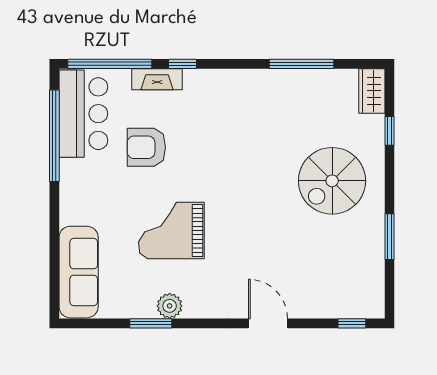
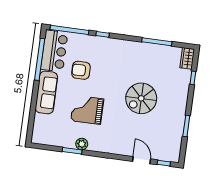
fireplace: (157, 79) -> (90, 40), removed
spiral stairs: (332, 181) -> (141, 98), moved
sofa: (79, 272) -> (46, 92), moved
door: (268, 323) -> (142, 160), moved

